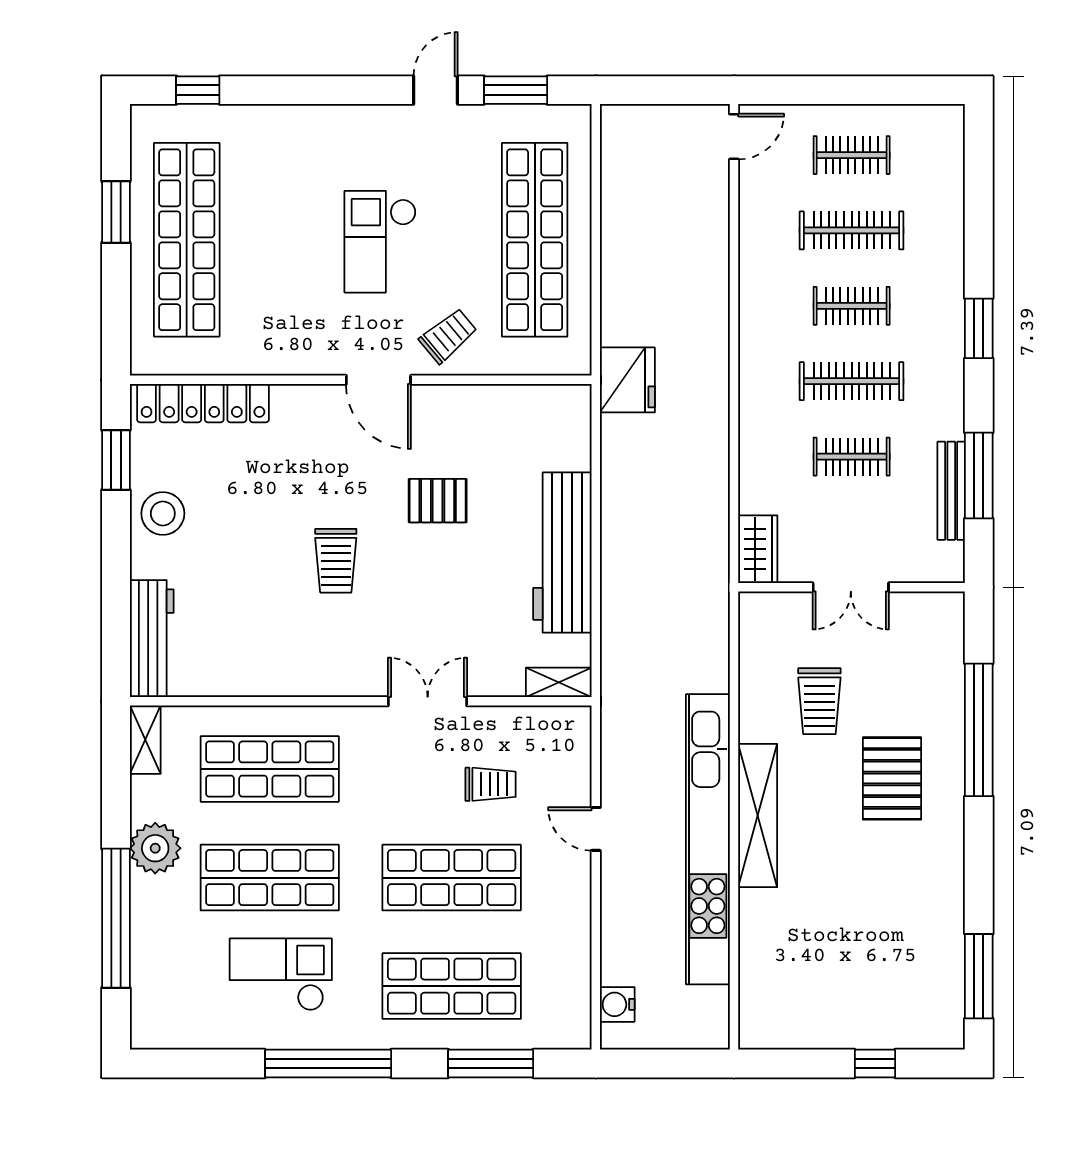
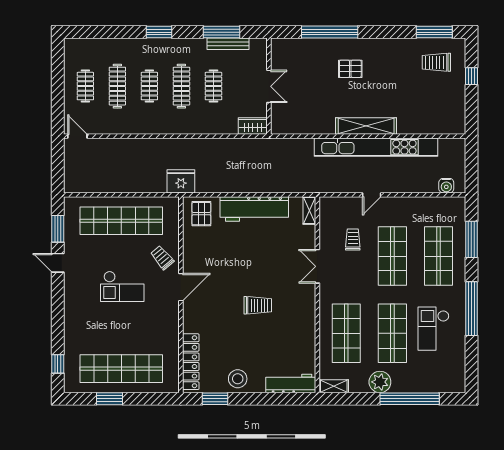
pallet: (438, 501) -> (201, 214), moved
trolley: (819, 701) -> (436, 62), moved, turned 180
pallet: (892, 778) -> (350, 69), width x0.67, depth x0.71

